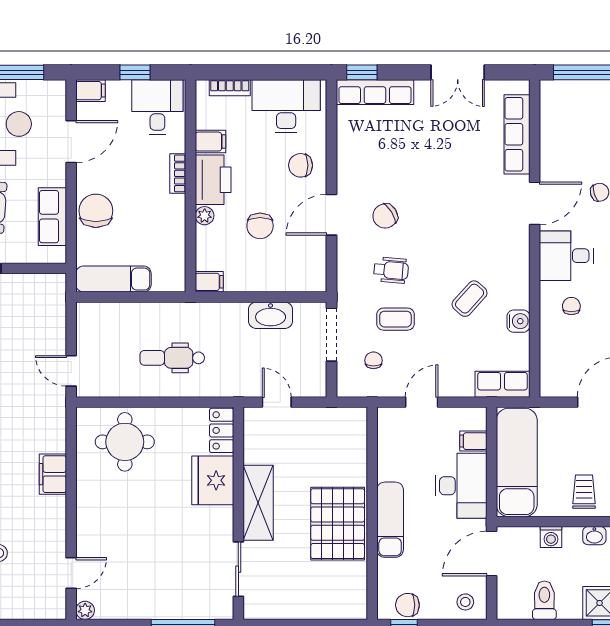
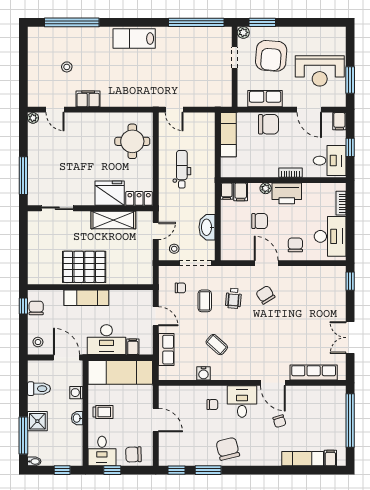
row of seats: (375, 92) -> (338, 289), removed
filing cabinet: (211, 142) -> (241, 192), moved
chair: (260, 226) -> (260, 221), turned 180
door: (71, 371) -> (174, 110), swing flipped
stool: (307, 371) -> (174, 249), added
row of seats: (502, 384) -> (166, 350), moved
filing cabinet: (53, 474) -> (88, 99), moved
shelving: (258, 503) -> (113, 220), moved

